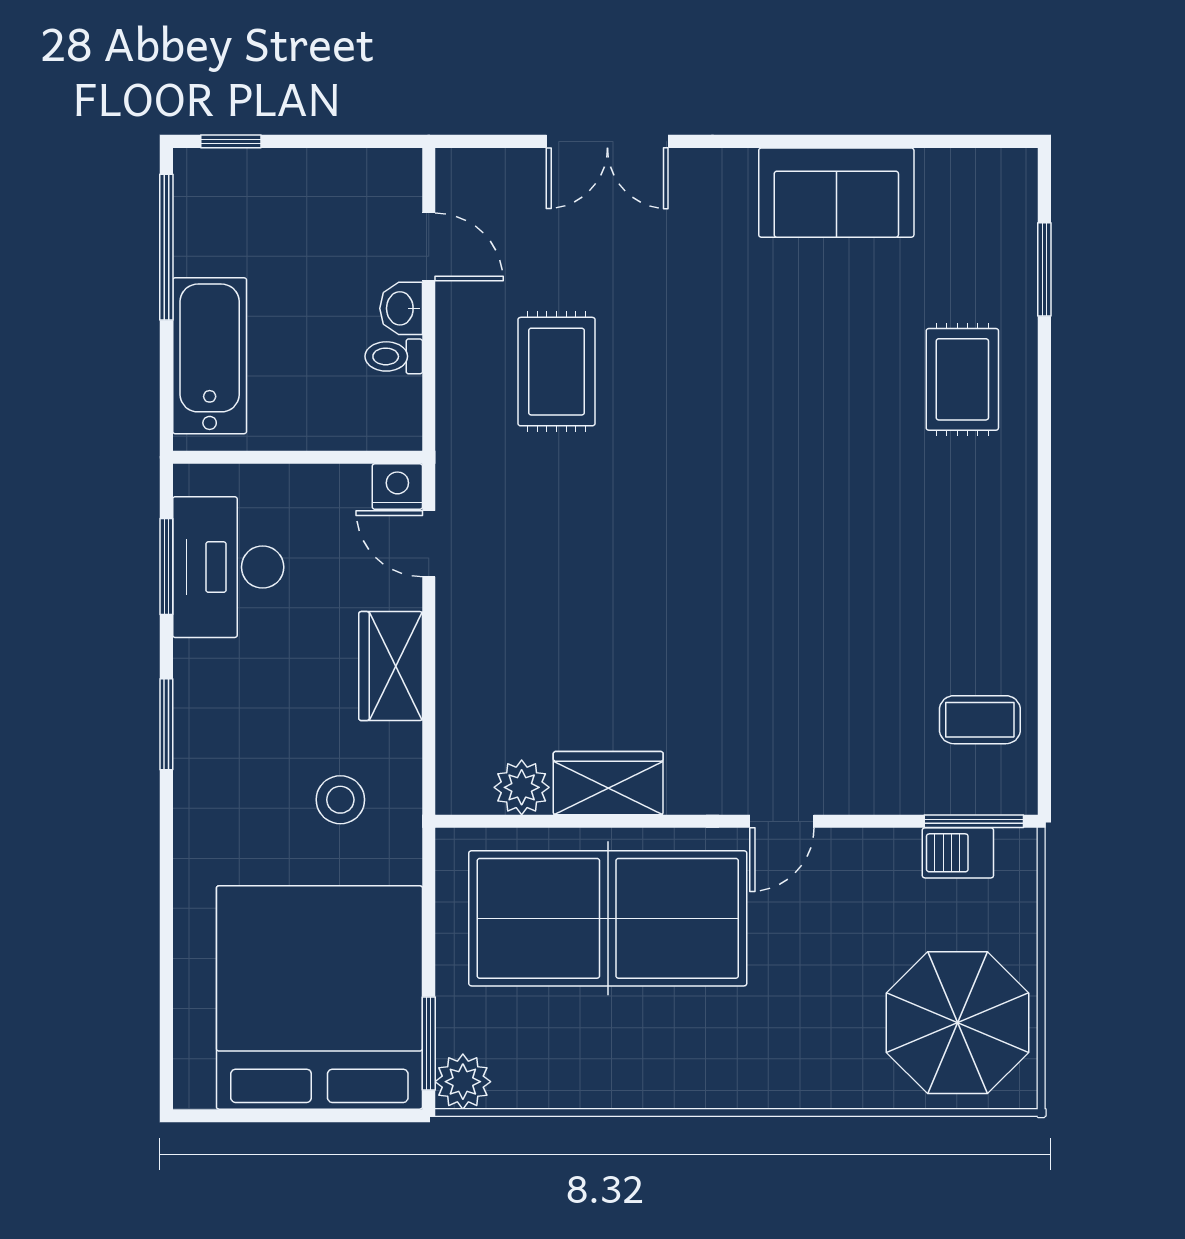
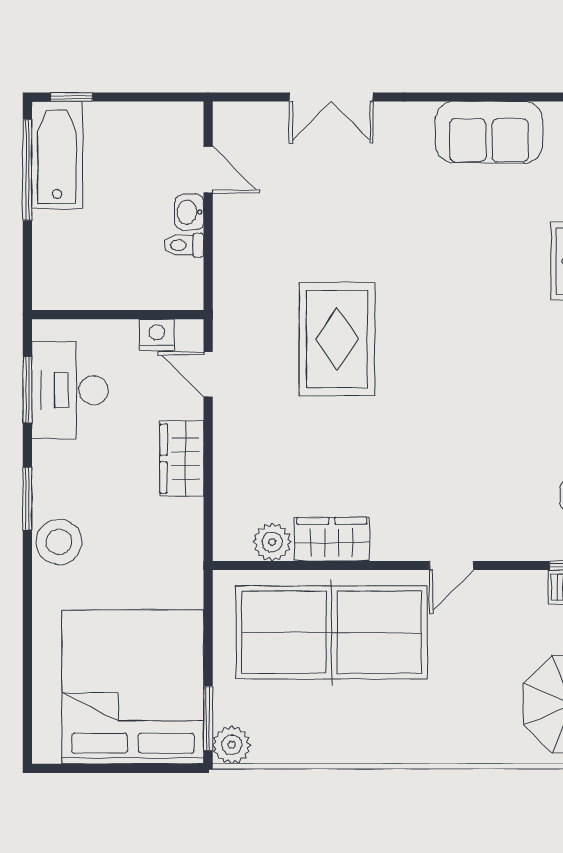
bathtub: (210, 356) -> (57, 155), moved
rug: (556, 372) -> (337, 339), moved, width x1.36, depth x1.43
nightstand: (397, 487) -> (157, 335), moved
stool: (340, 800) -> (59, 542), moved, width x1.38, depth x1.38

